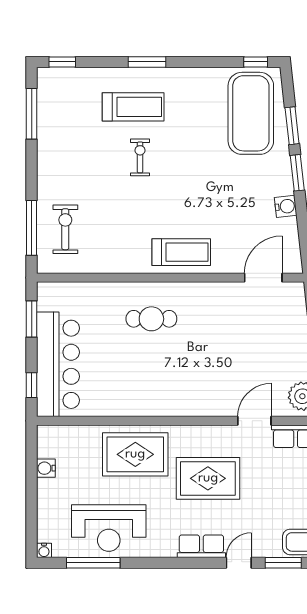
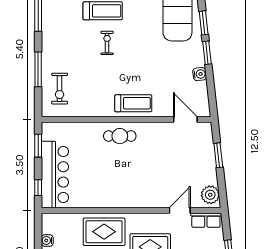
window: (32, 228) -> (38, 69), moved
exercise bike: (65, 229) -> (60, 89), turned 180
door: (263, 278) -> (185, 119), hinge flipped
cafe table: (151, 319) -> (120, 136), moved

